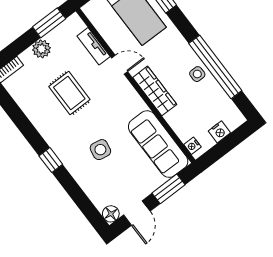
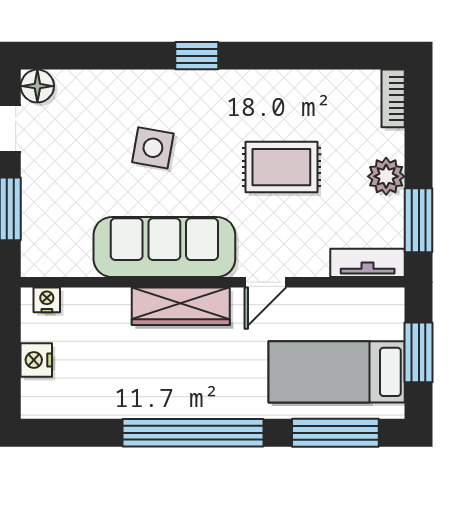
tv unit: (94, 46) -> (368, 263), moved
window: (215, 67) -> (193, 433), moved
side table: (197, 74) -> (156, 395), removed
sofa: (158, 144) -> (164, 247), moved

